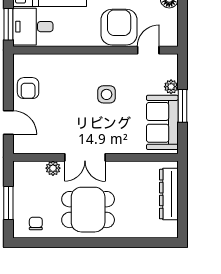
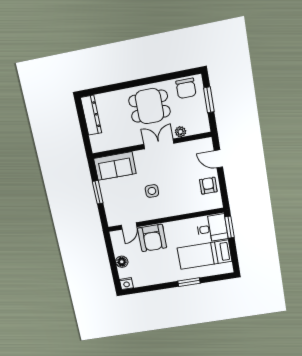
plant: (171, 87) -> (108, 204), removed
sofa: (162, 122) -> (115, 166), moved, turned 90
dresser: (169, 194) -> (91, 115), moved
chair: (36, 224) -> (186, 88), width x1.87, depth x1.87

